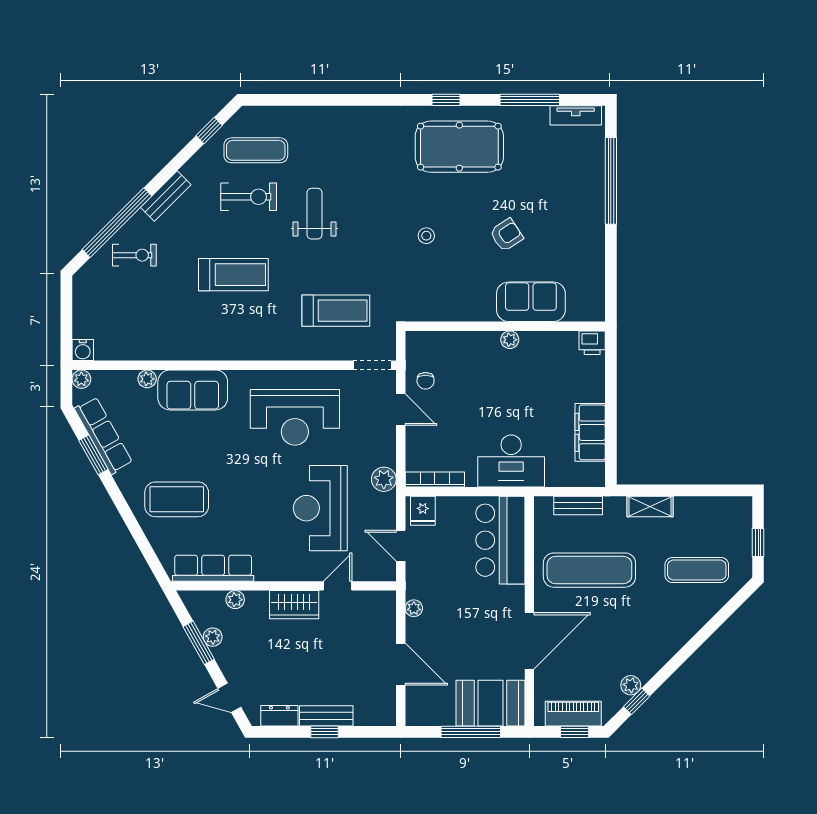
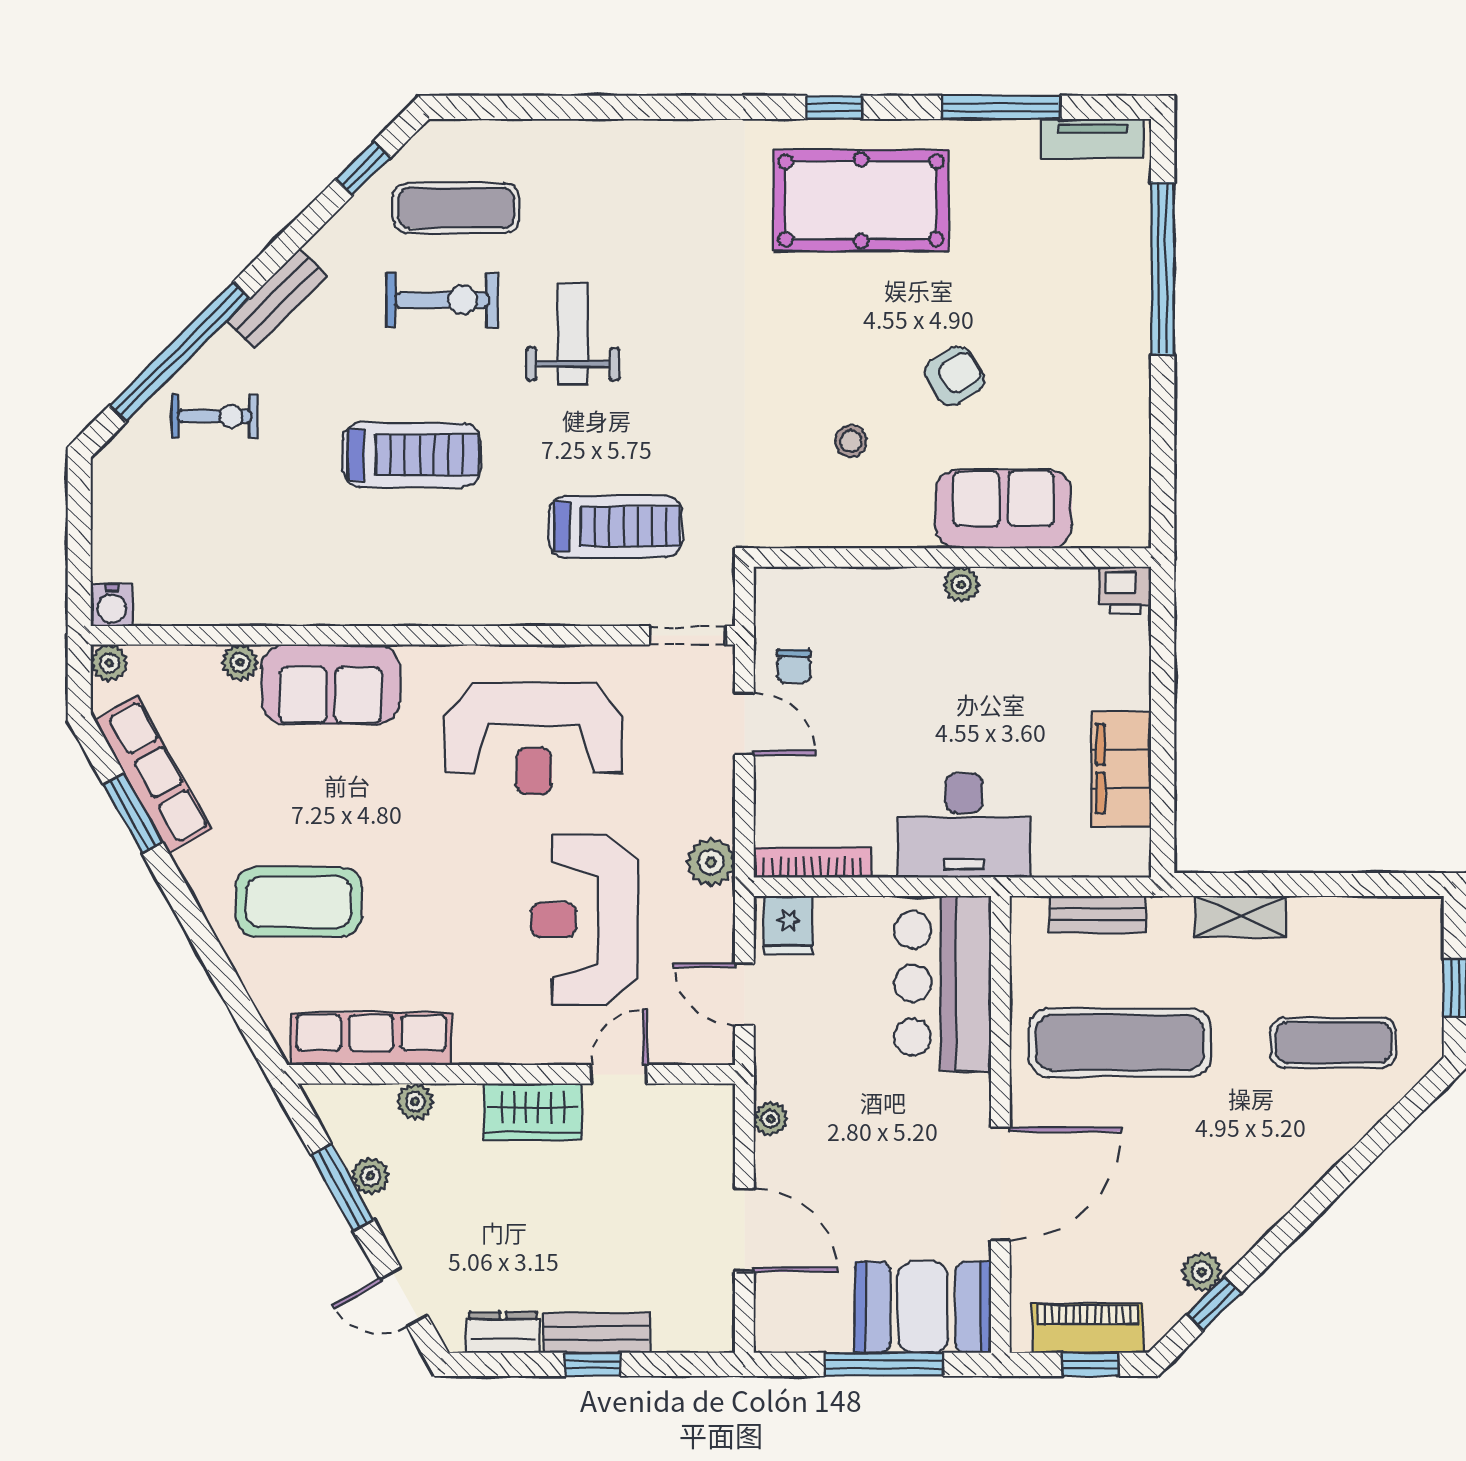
stool: (426, 236) -> (851, 441), moved

